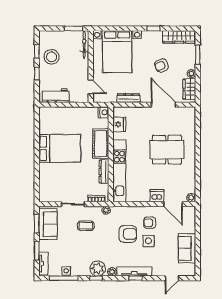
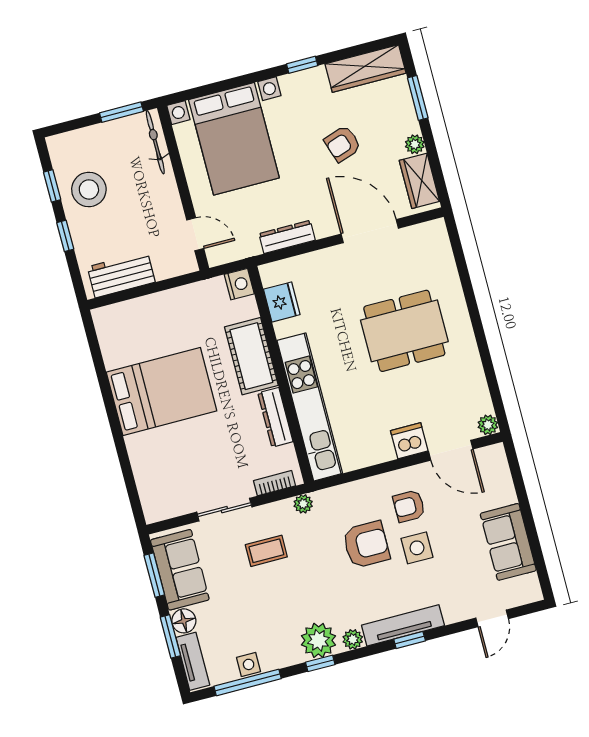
floor lamp: (44, 246) -> (184, 621), added

